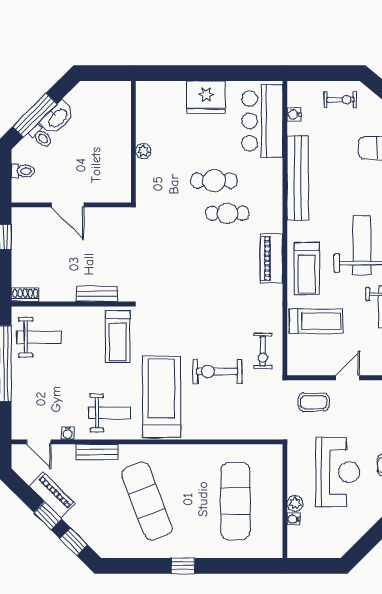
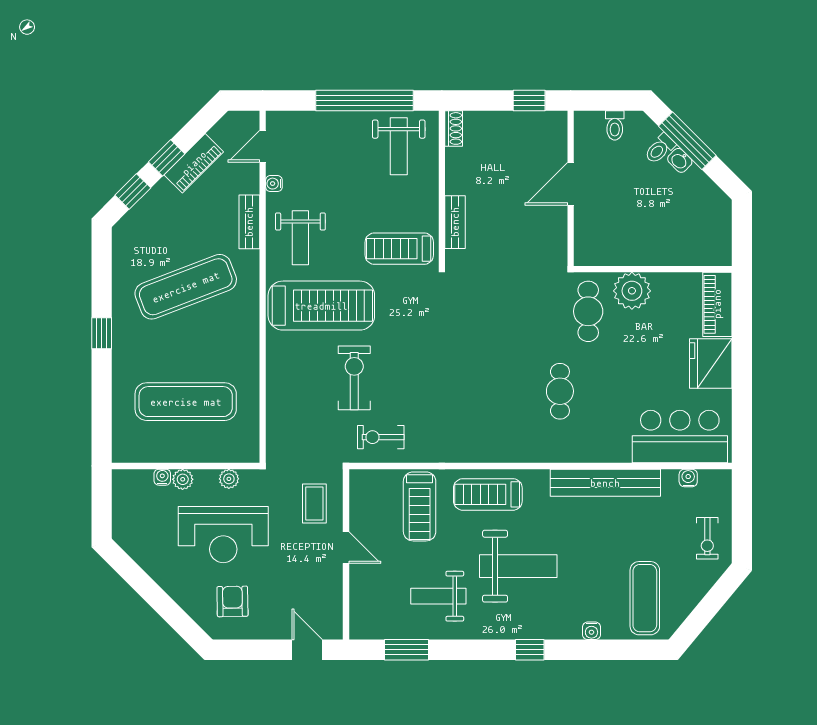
washbasin: (57, 118) -> (680, 160), width x0.52, depth x0.69
plant: (143, 151) -> (632, 291), width x1.87, depth x1.87
cafe table: (214, 181) -> (588, 311), moved
piano: (271, 258) -> (717, 304), moved, turned -90
plant: (295, 468) -> (229, 479), added

